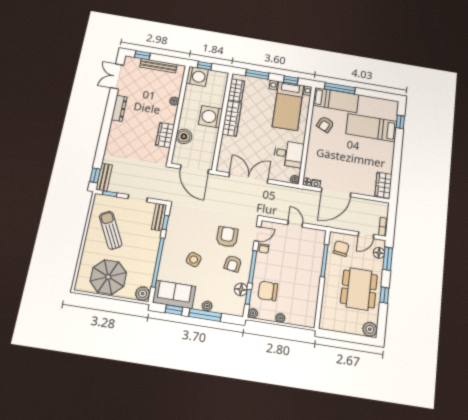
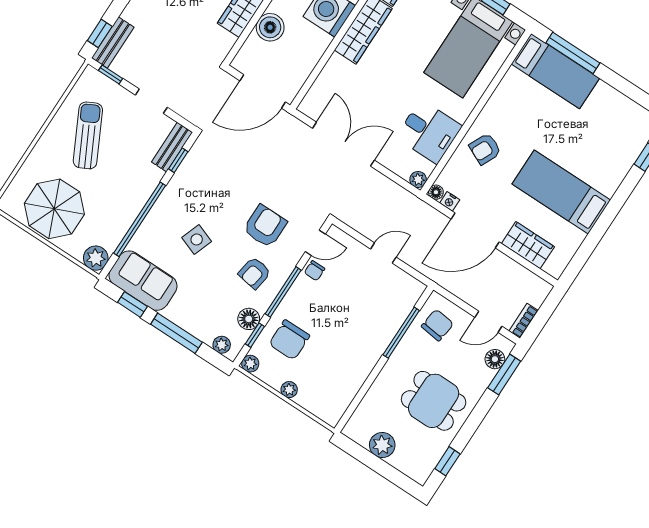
armchair: (325, 124) -> (485, 149), moved
bed: (371, 128) -> (561, 192), moved
door: (194, 169) -> (263, 91), hinge flipped
wardrobe: (383, 185) -> (528, 245), moved, turned 90
door: (295, 224) -> (383, 253), hinge flipped
dining table: (359, 289) -> (434, 401), width x0.73
chair: (268, 291) -> (289, 340), turned -90
window: (384, 295) -> (447, 461), moved
plant: (207, 306) -> (222, 345), moved
plant: (370, 329) -> (382, 445), moved

